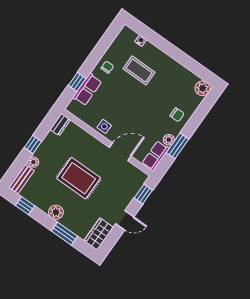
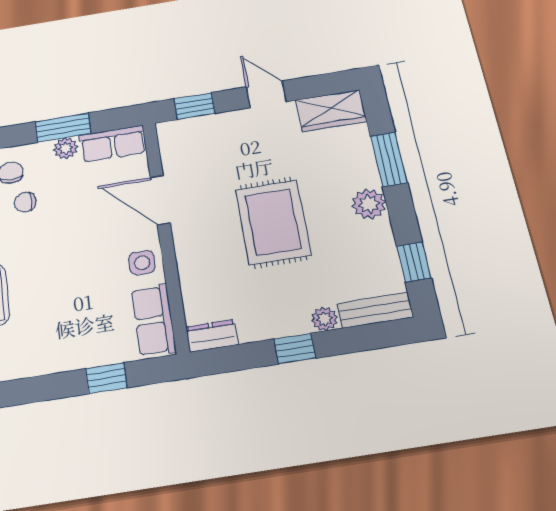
chair: (107, 67) -> (25, 202), moved
row of seats: (87, 89) -> (154, 320), moved, turned -90

